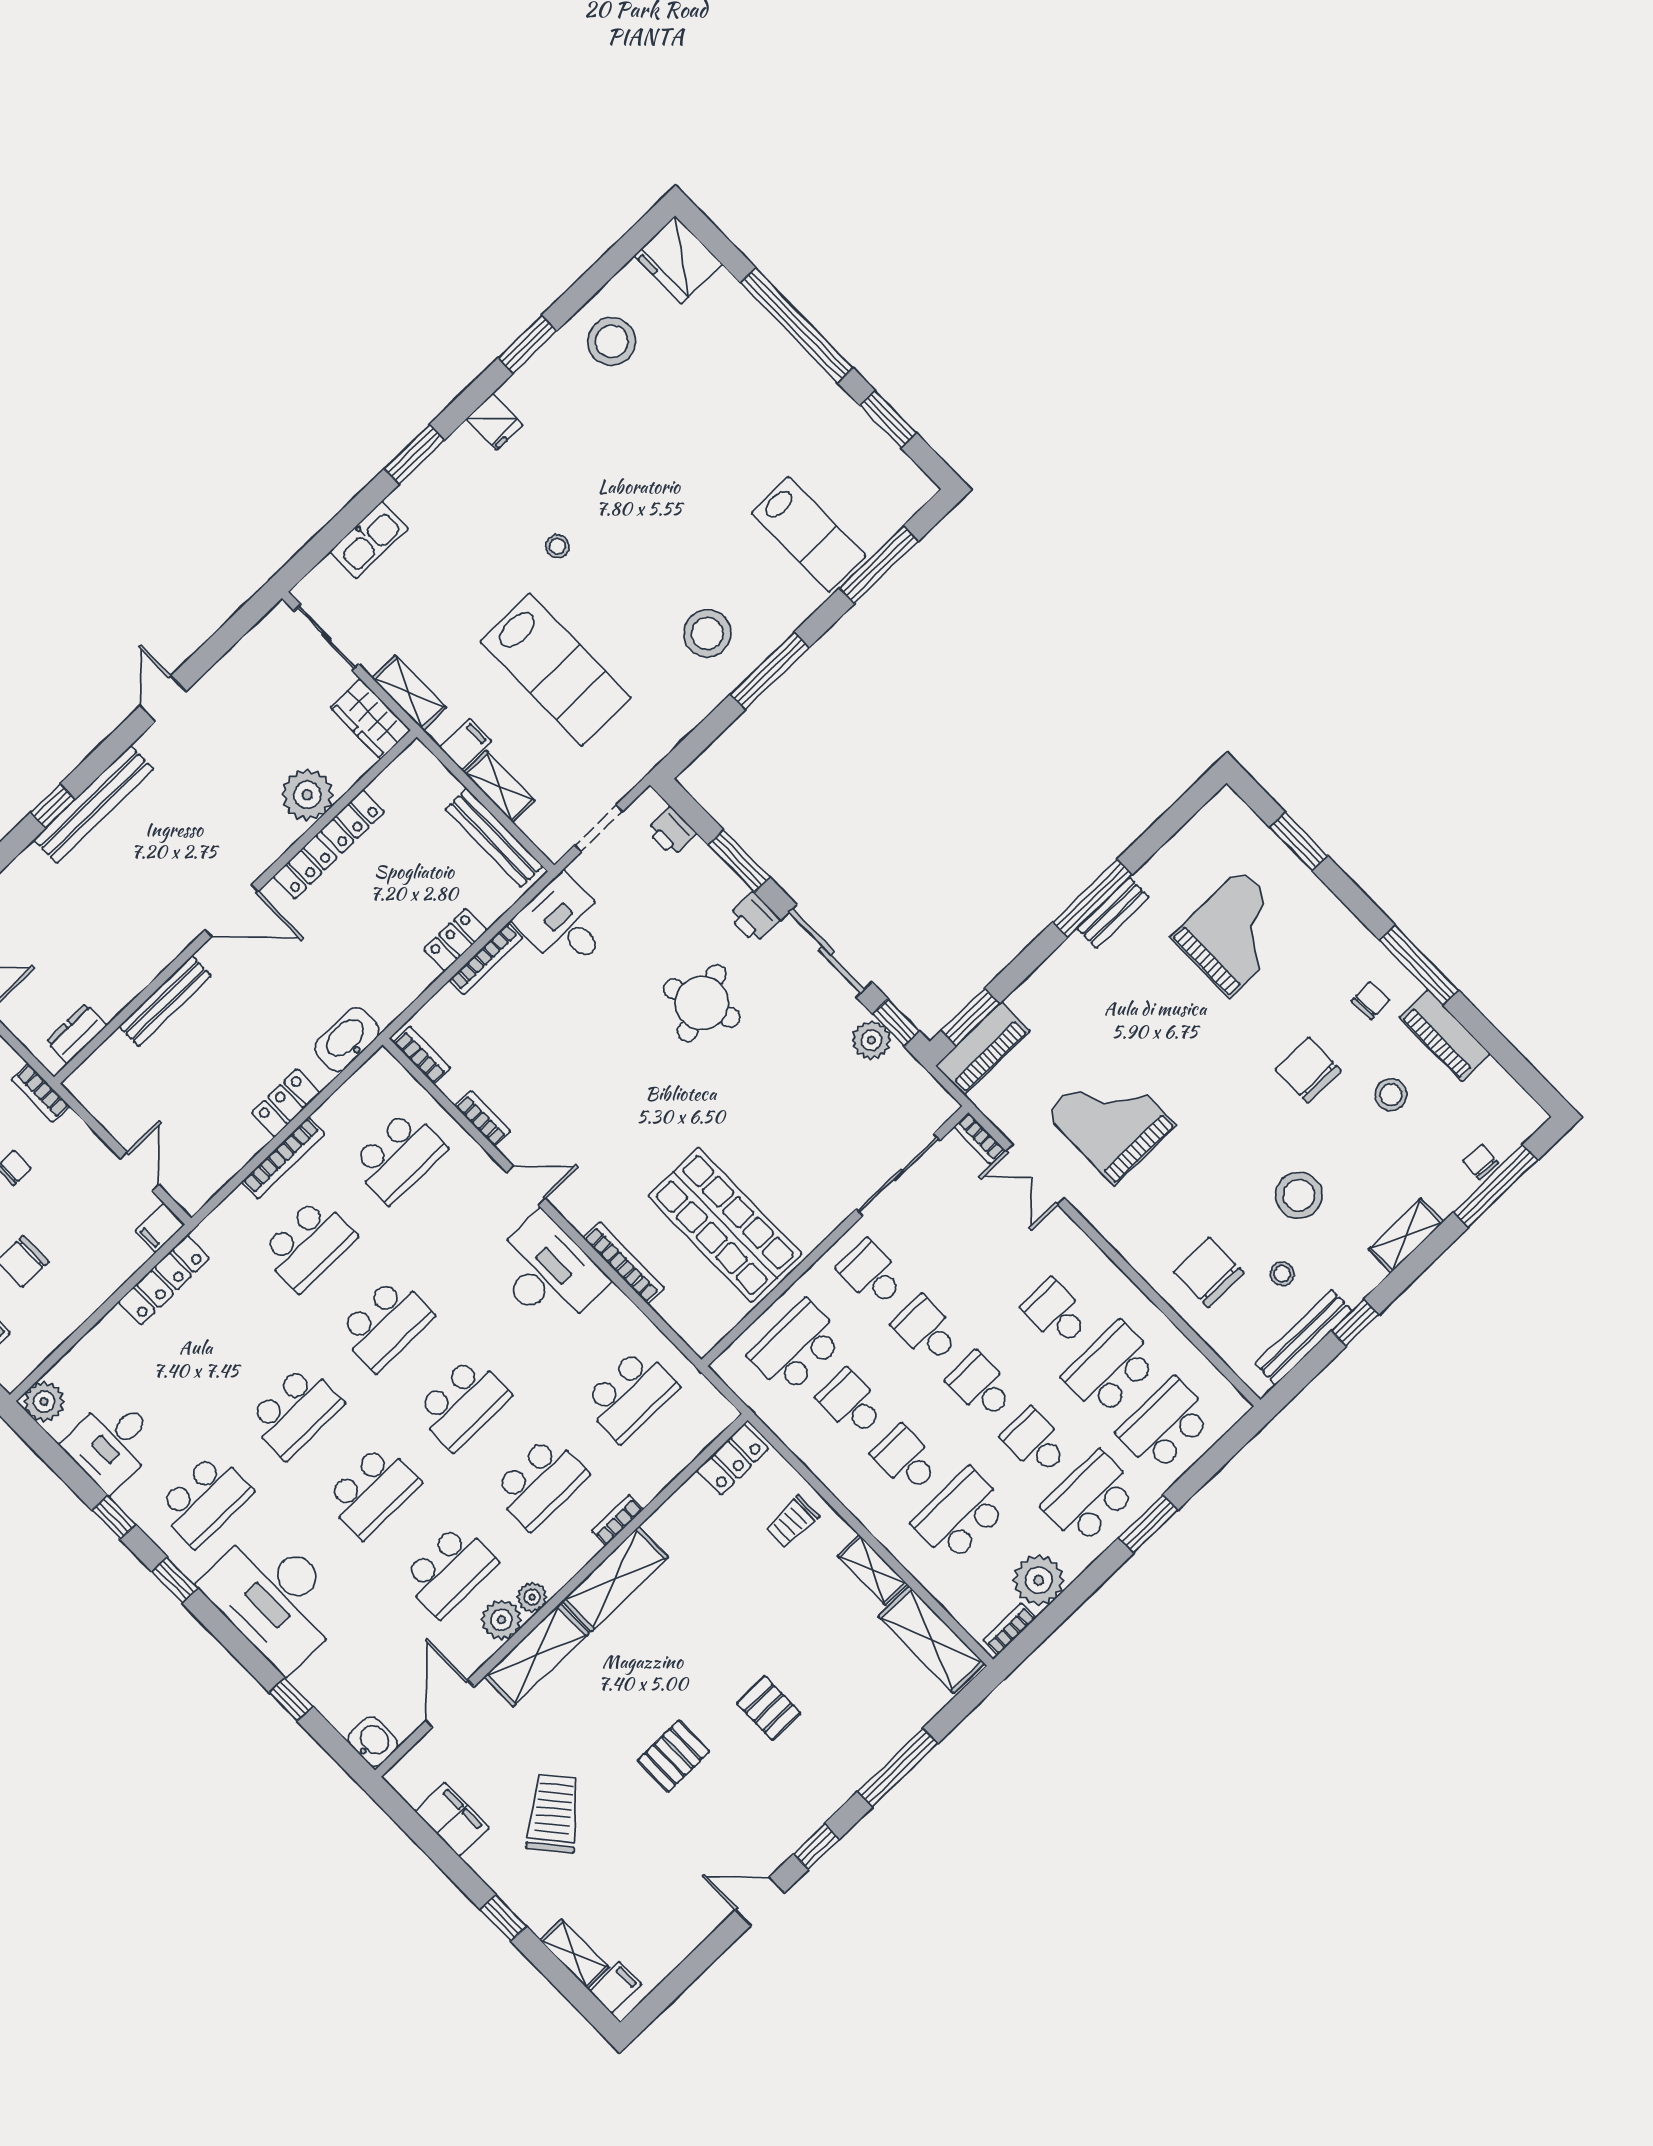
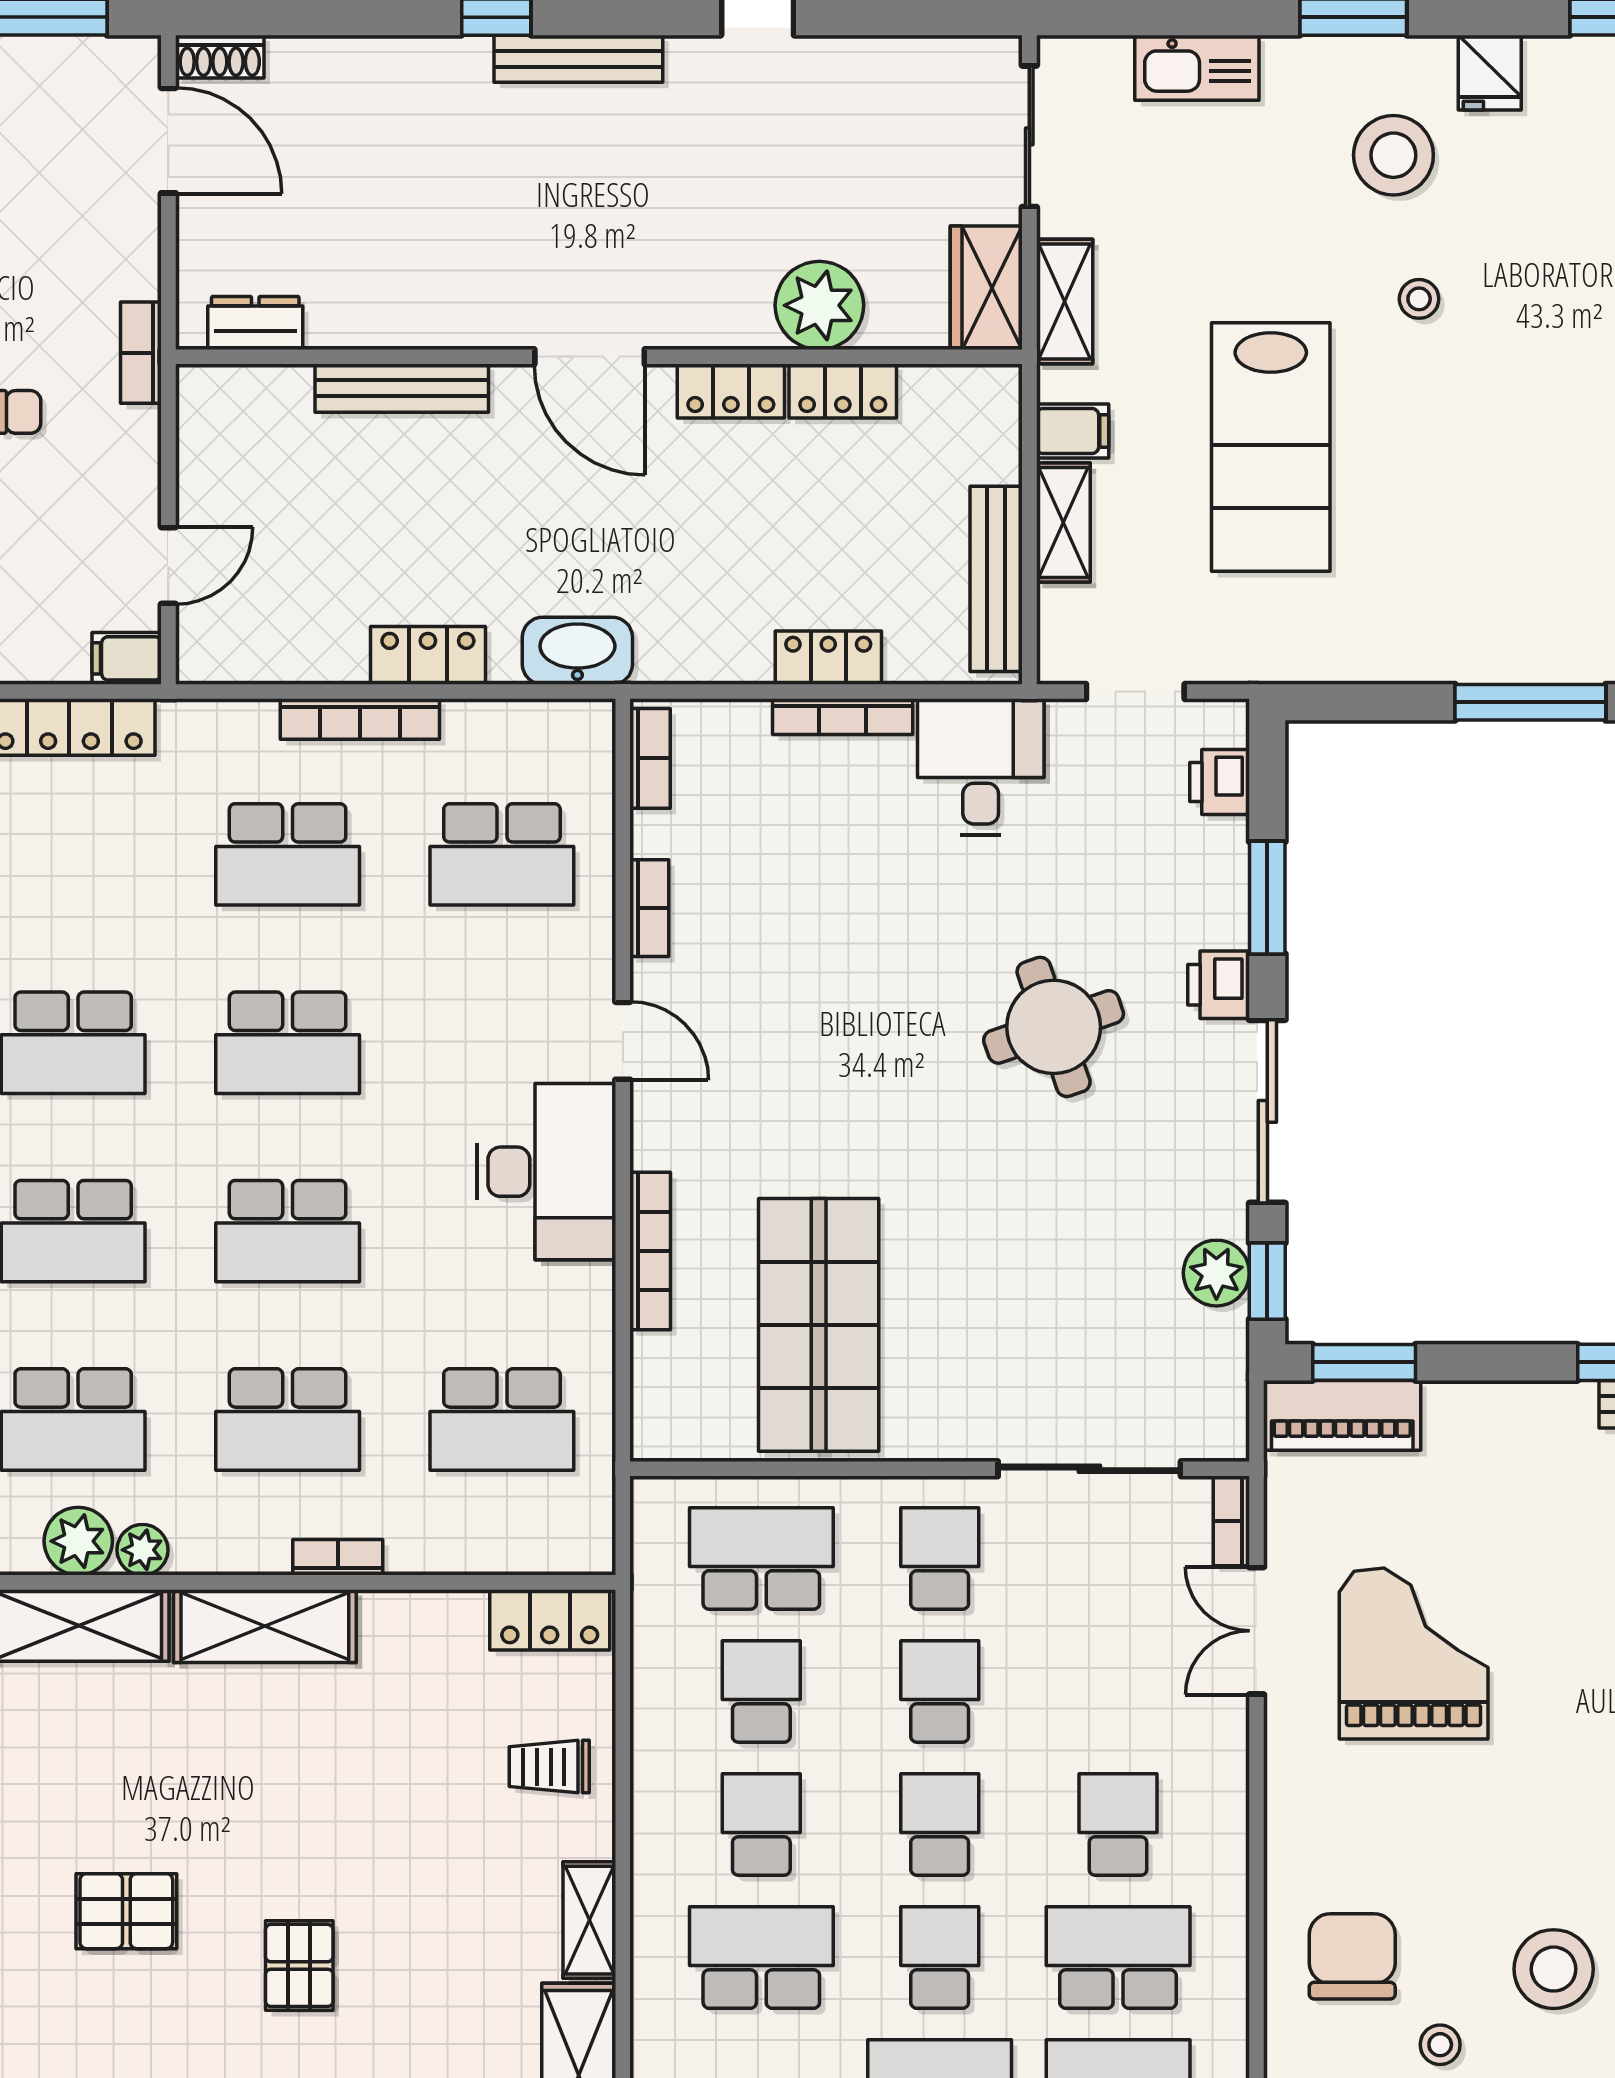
stool: (707, 634) -> (1393, 155), moved
bench: (94, 804) -> (578, 59), width x0.73, depth x0.82

